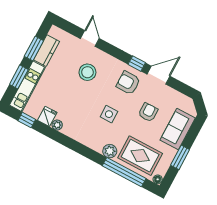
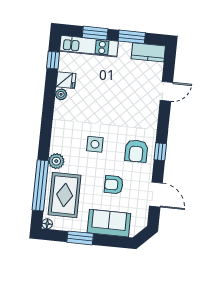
kitchen counter: (47, 51) -> (148, 52), moved
stool: (87, 72) -> (130, 103), removed
door: (158, 75) -> (156, 195), moved
armchair: (128, 83) -> (136, 151), turned 180
armchair: (148, 112) -> (114, 185), turned 180

